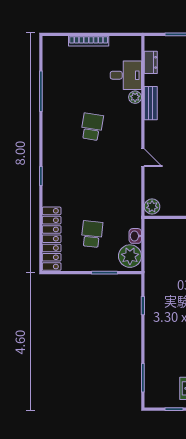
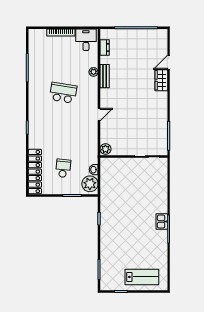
desk: (126, 75) -> (86, 40), moved, turned -90
school desk: (92, 127) -> (63, 93), width x1.85
door: (143, 158) -> (99, 115), hinge flipped

